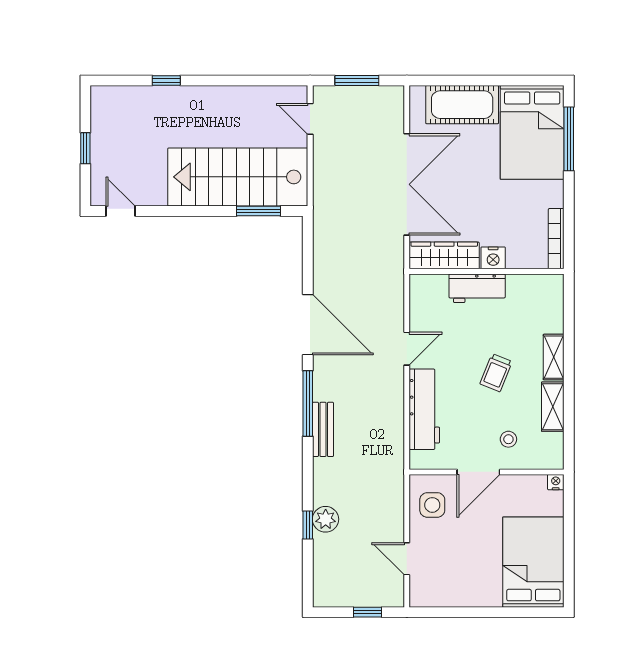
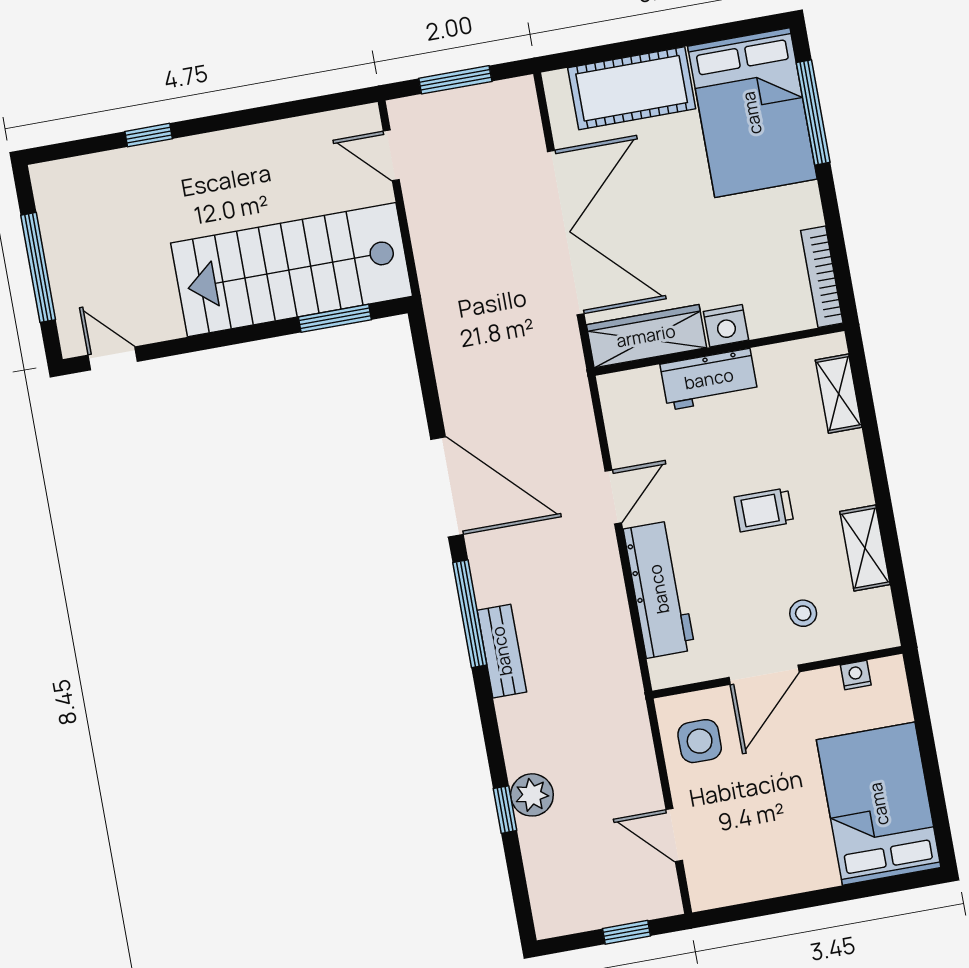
window: (85, 148) -> (38, 267), width x2.17
shelving: (554, 357) -> (839, 394), moved
trolley: (496, 373) -> (764, 510), turned 68
nightstand: (556, 482) -> (856, 675), moved

